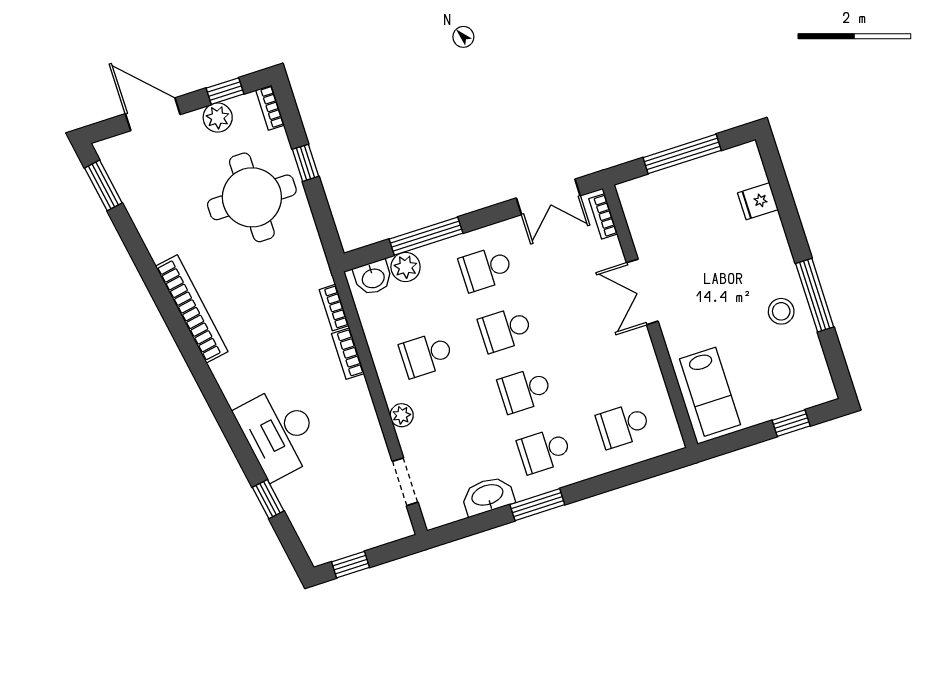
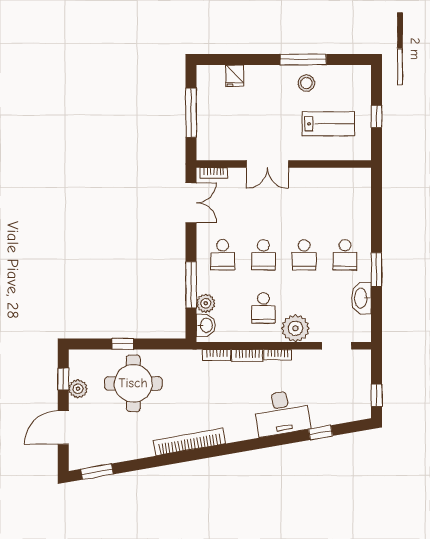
bookcase: (270, 108) -> (278, 355), moved
lab bench: (710, 392) -> (328, 124), moved
plant: (402, 415) -> (295, 328), width x1.87, depth x1.87
window: (791, 423) -> (376, 116), moved
school desk: (623, 425) -> (345, 202), removed

